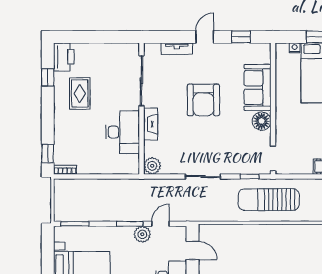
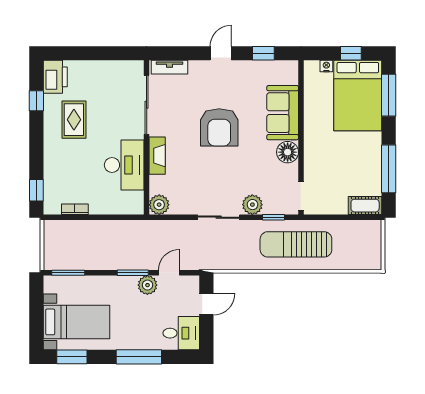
tv unit: (177, 49) -> (170, 67), moved
plant: (232, 166) -> (252, 205), added
bookcase: (65, 170) -> (75, 209), moved
door: (193, 250) -> (206, 304), hinge flipped

